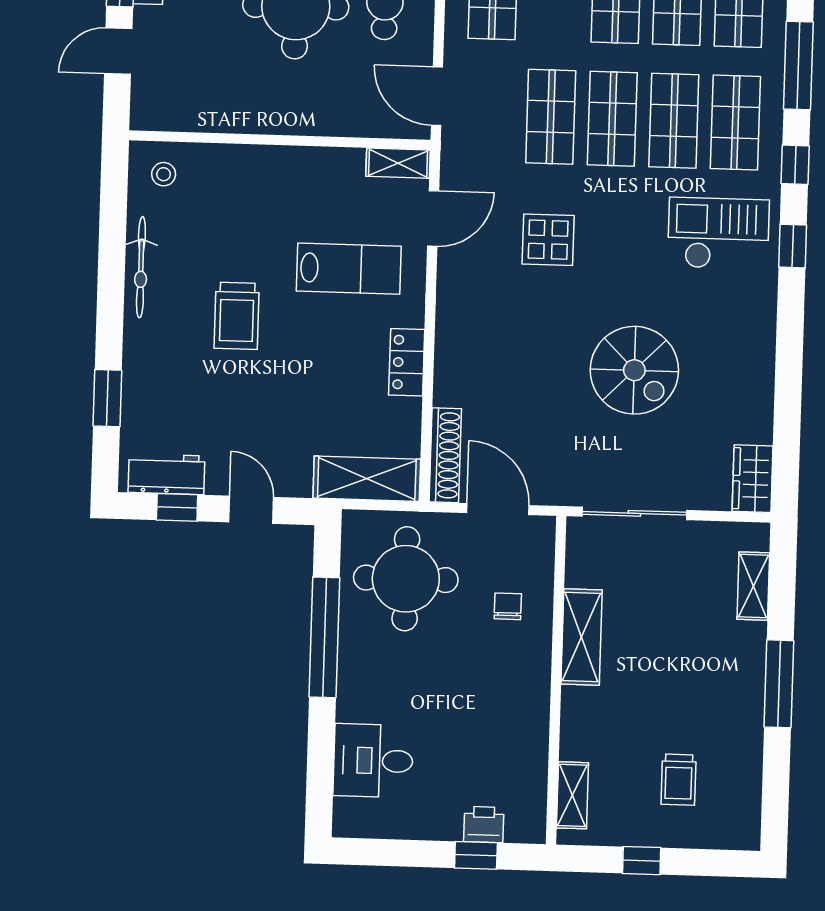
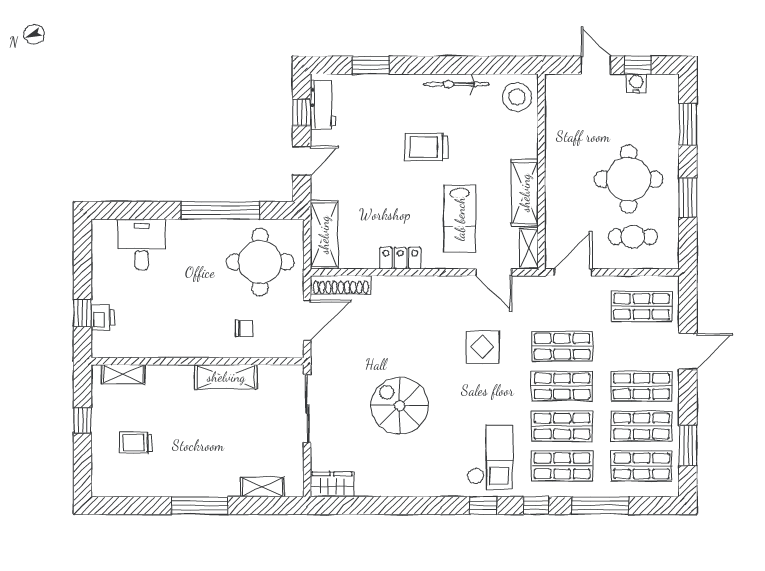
shelving: (312, 167) -> (525, 193), added
stool: (164, 174) -> (517, 97), width x1.89, depth x1.89
spiral stairs: (634, 370) -> (400, 406), turned 90

